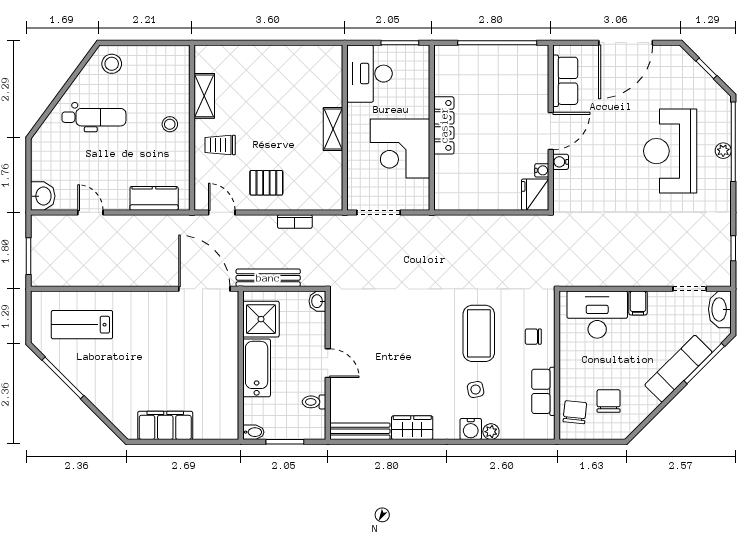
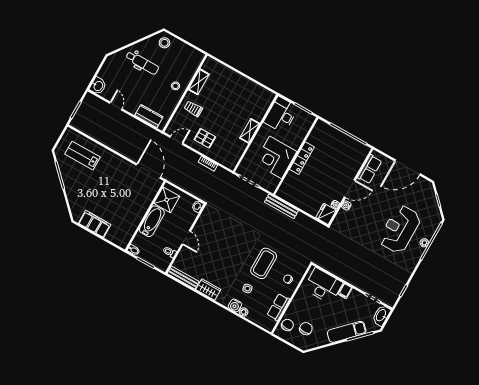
door: (222, 212) -> (176, 140), hinge flipped
bench: (268, 278) -> (281, 206), moved

